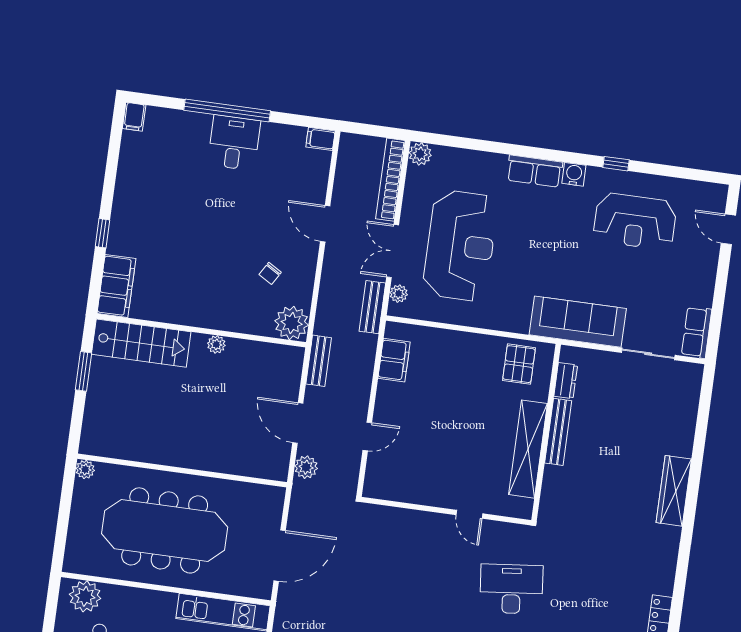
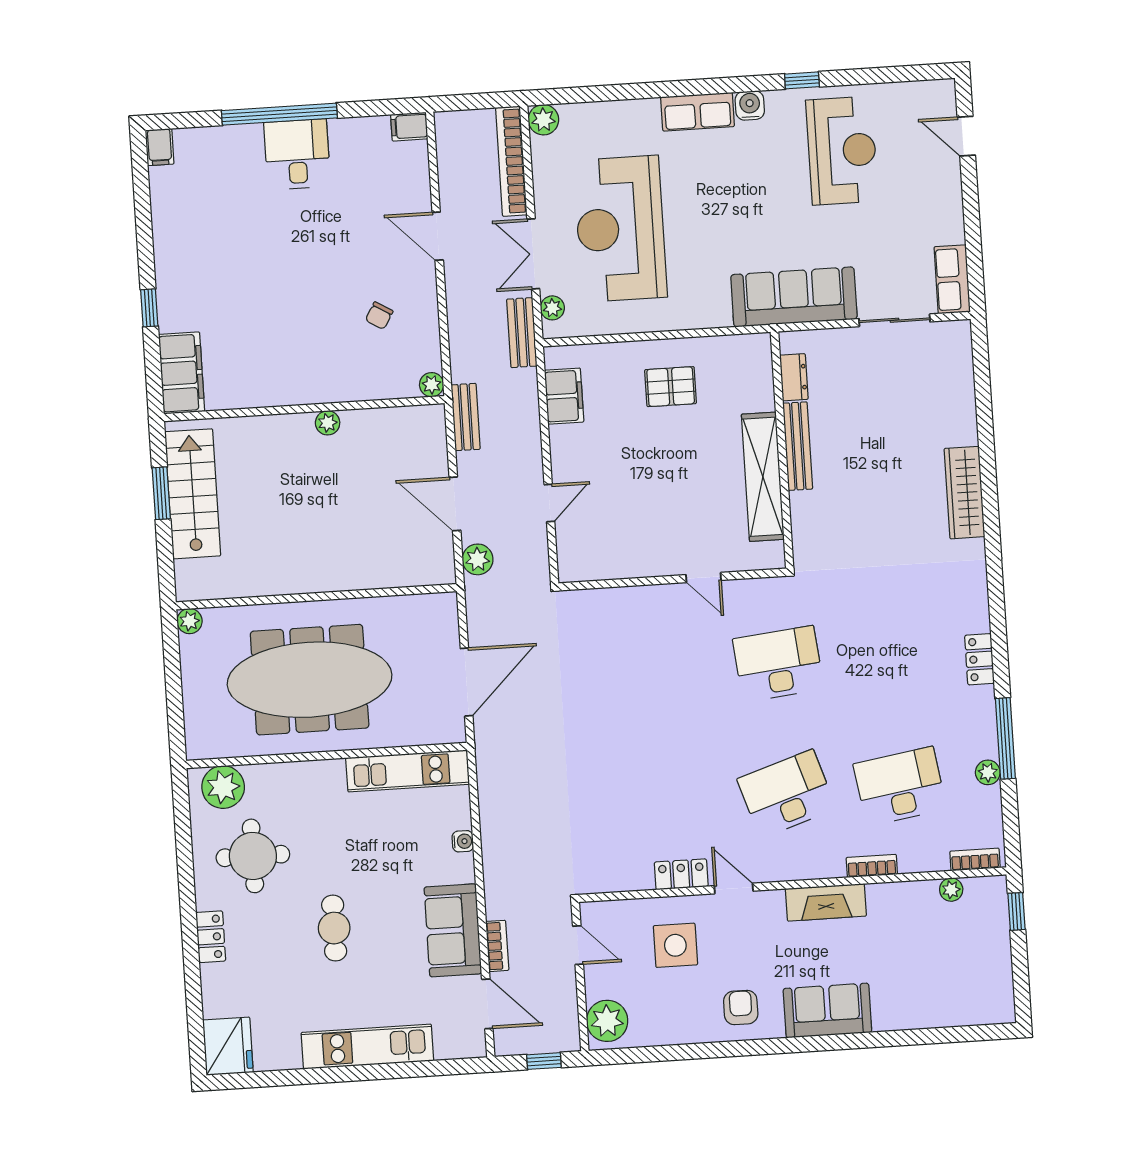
reception desk: (635, 221) -> (842, 151), turned -90
reception desk: (460, 246) -> (620, 229), turned 180
plant: (292, 323) -> (432, 385), width x0.53, depth x0.53
stairs: (141, 343) -> (193, 494), moved, turned -90
pallet: (519, 364) -> (671, 387), moved, turned 90

